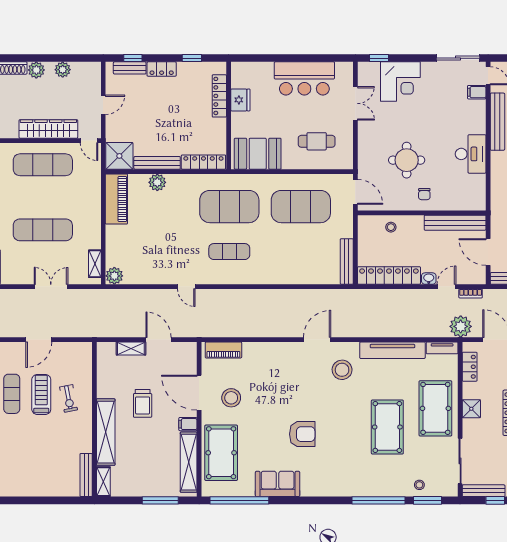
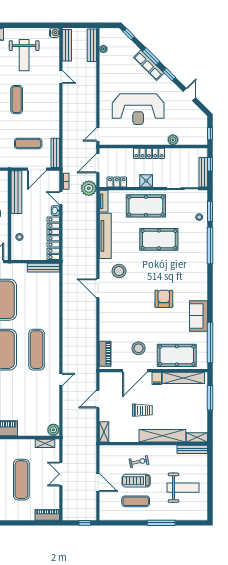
exercise mat: (229, 252) -> (37, 350), width x1.36, depth x1.45
shelving: (131, 348) -> (104, 432), moved
weight bench: (31, 462) -> (183, 488), added

